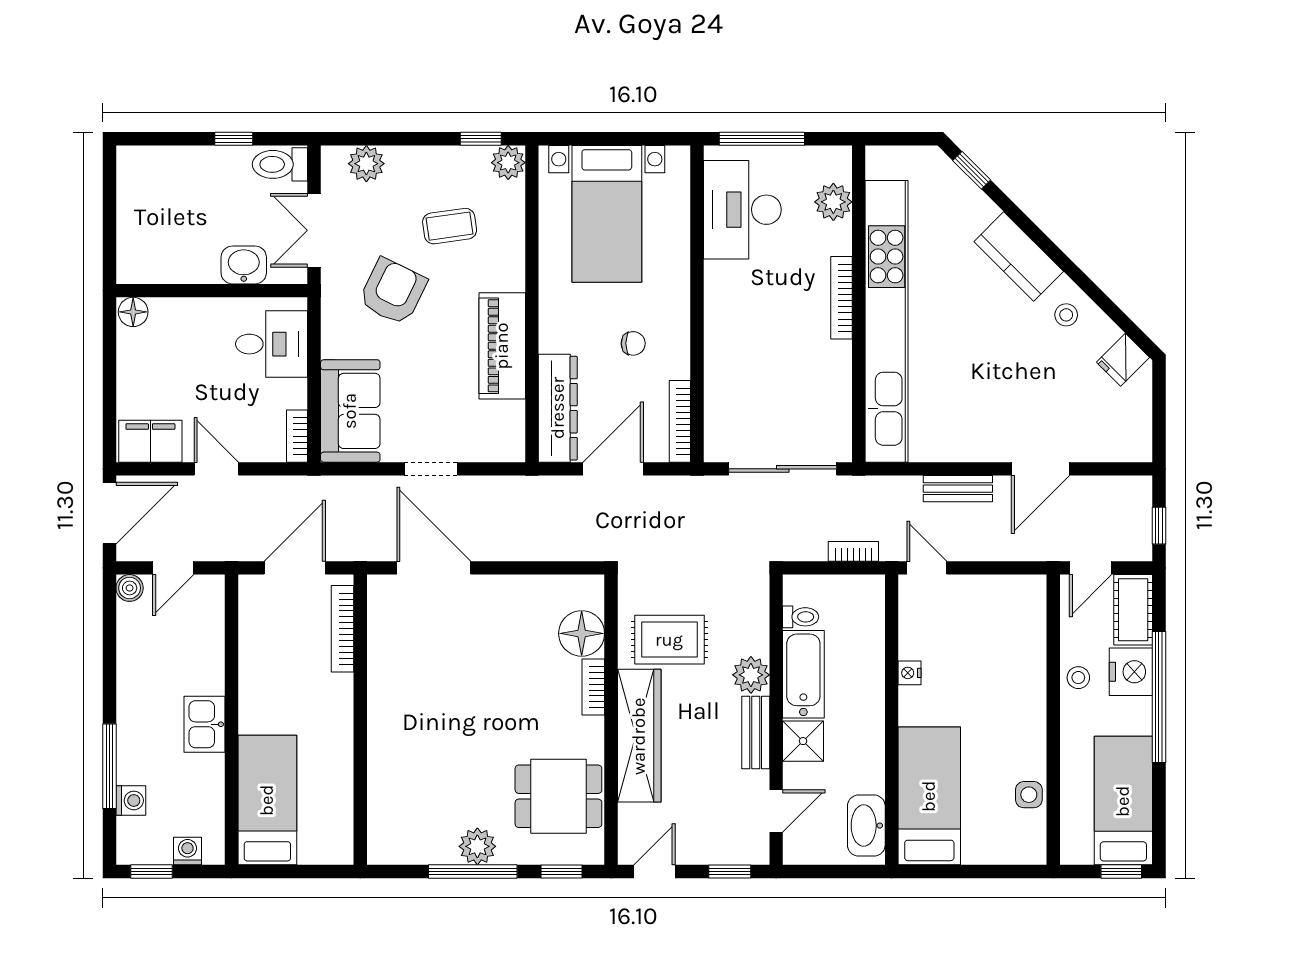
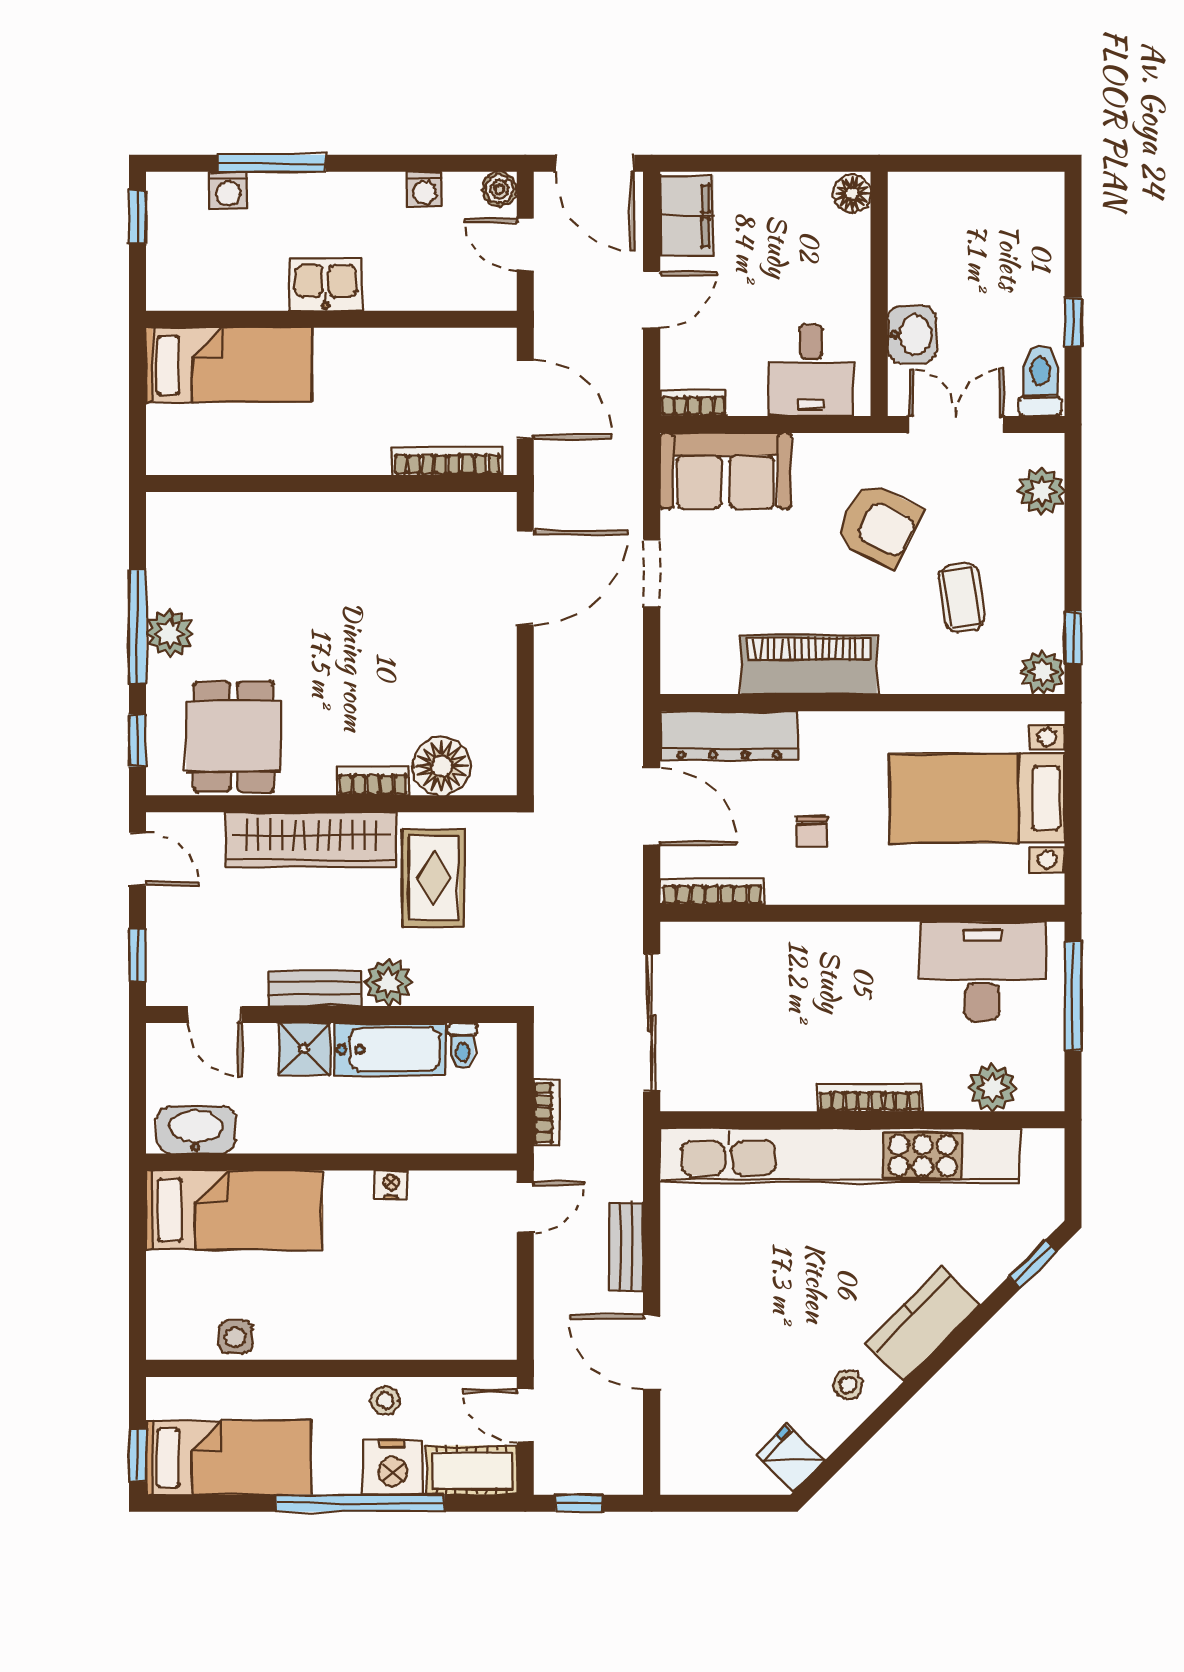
washing machine: (188, 851) -> (424, 189), moved, turned 90

